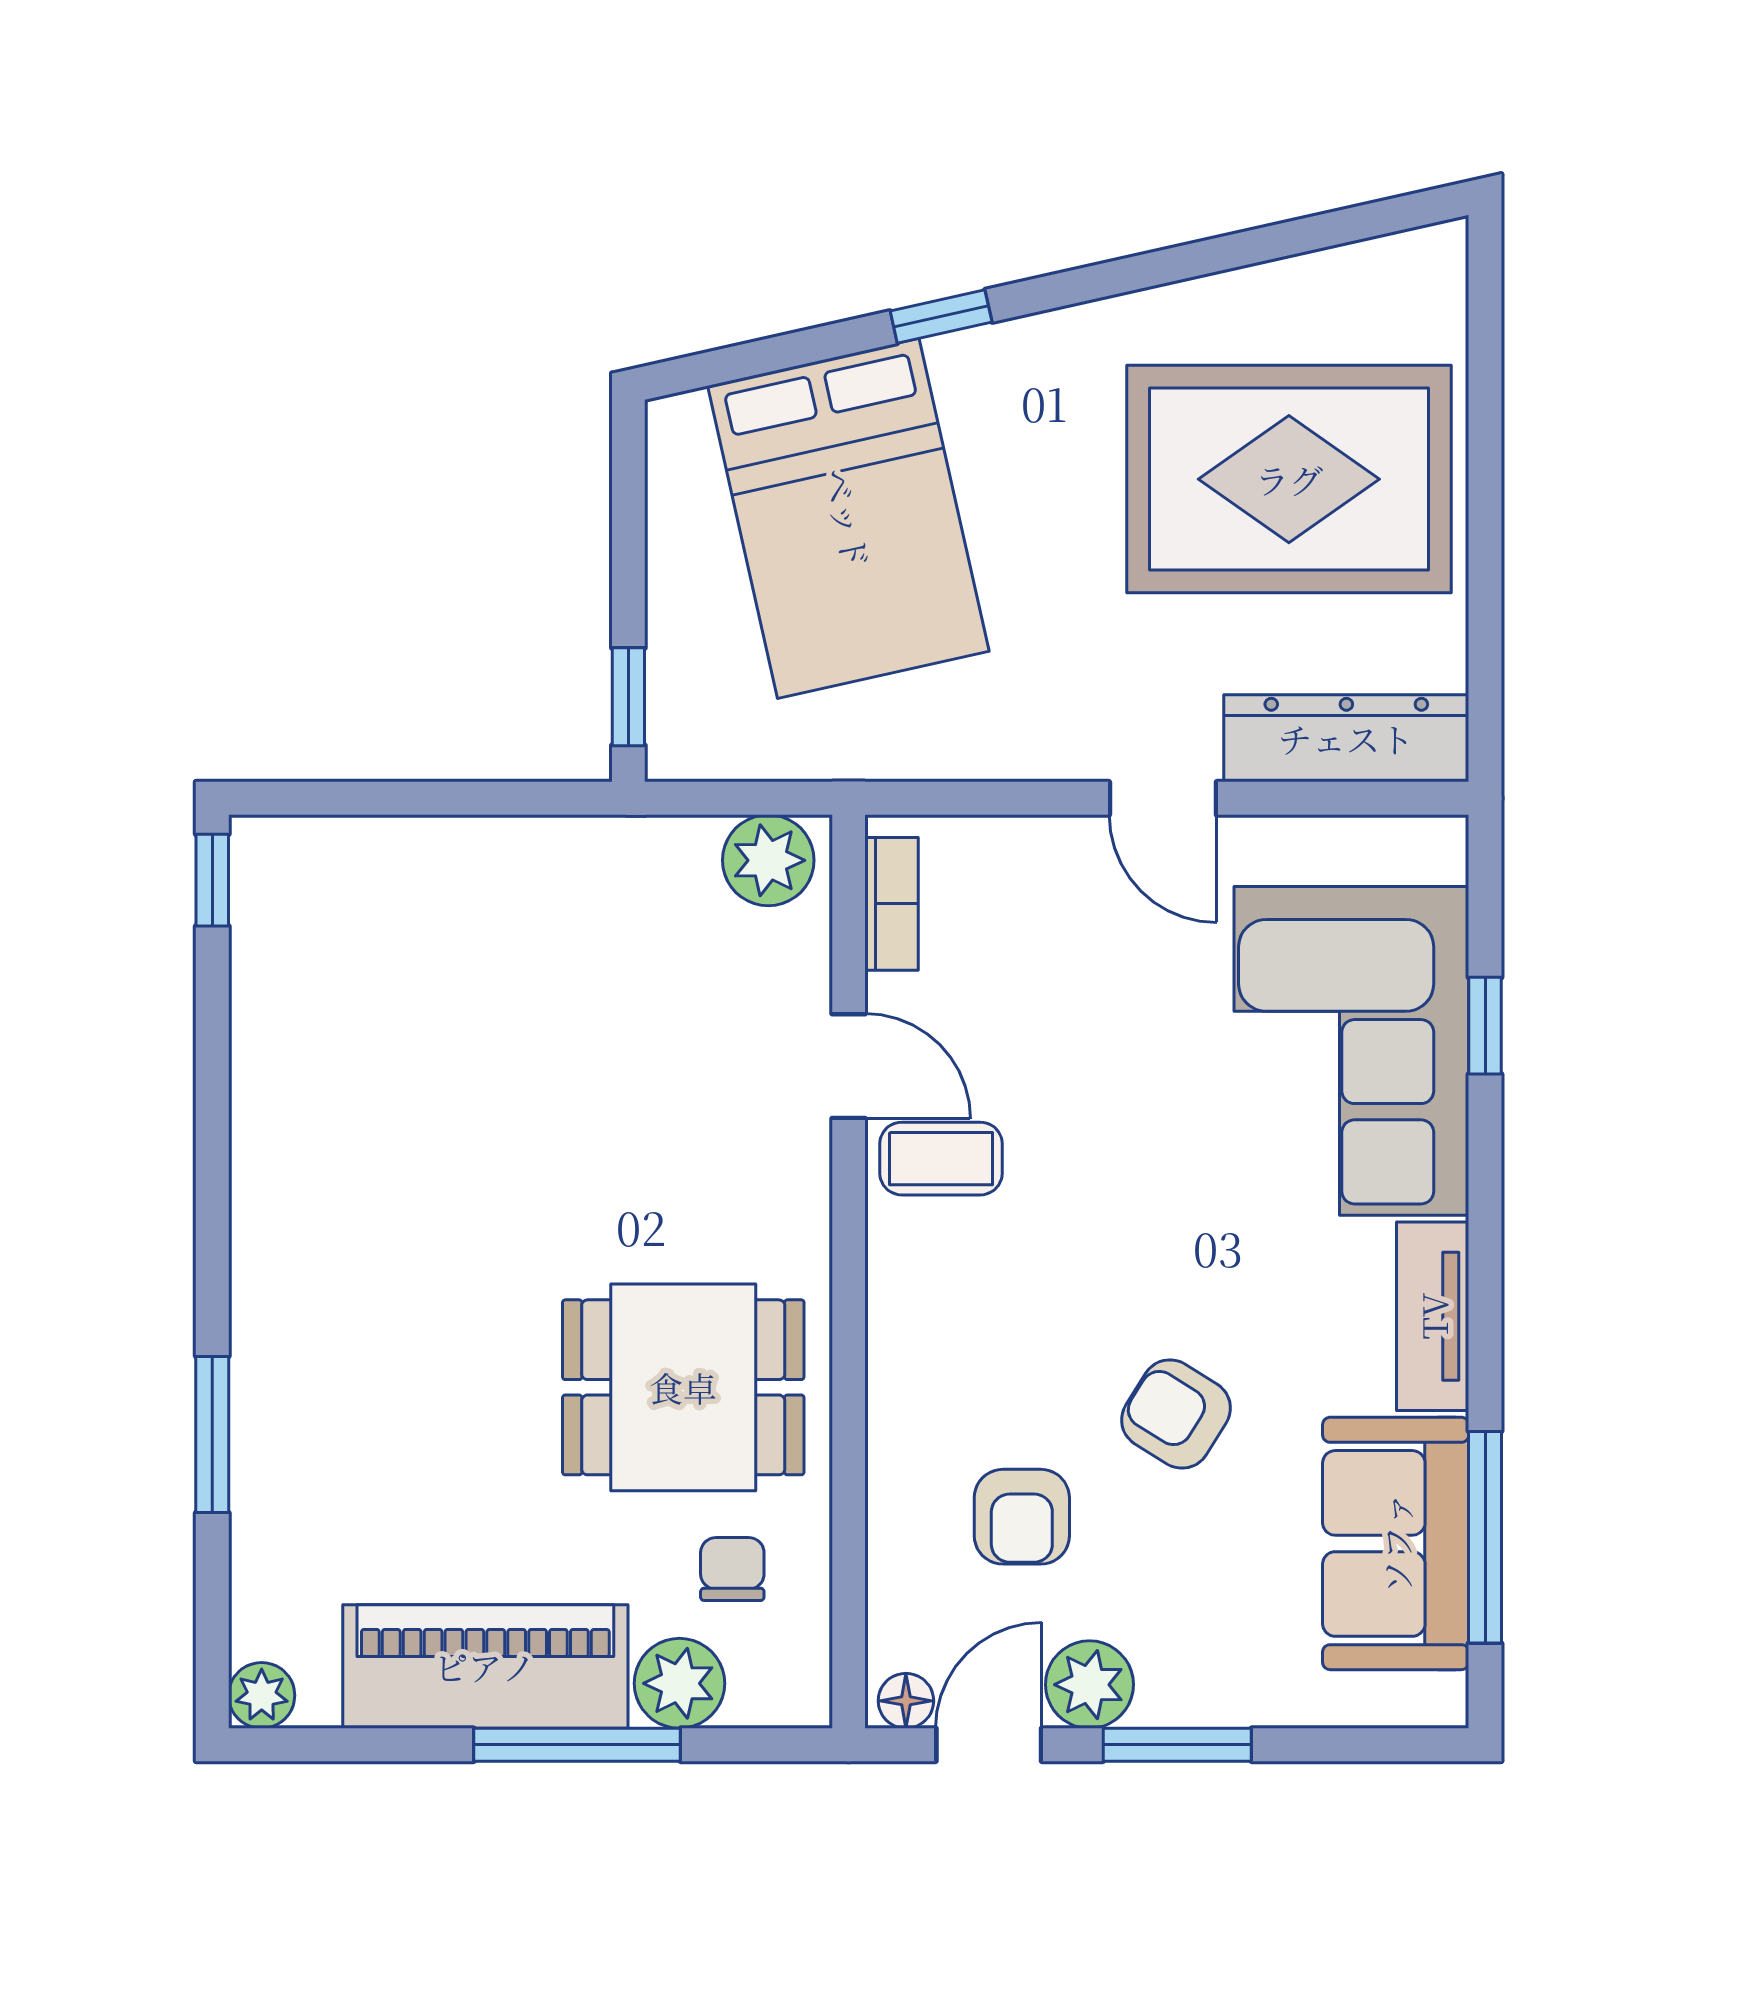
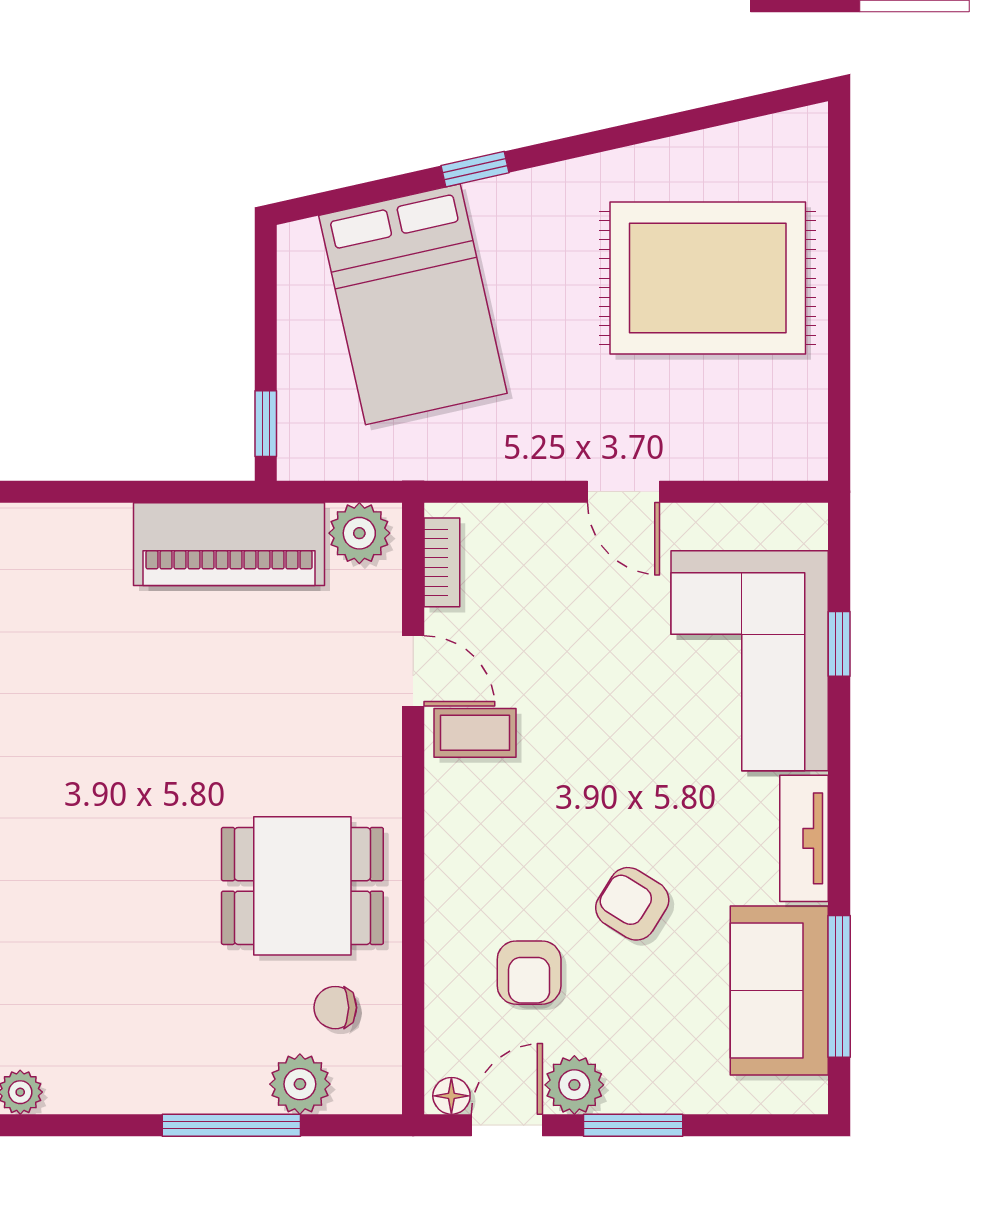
dresser: (1346, 738) -> (746, 452), removed
chair: (732, 1569) -> (335, 1008), turned -90
piano: (485, 1666) -> (229, 544), moved, turned 180

